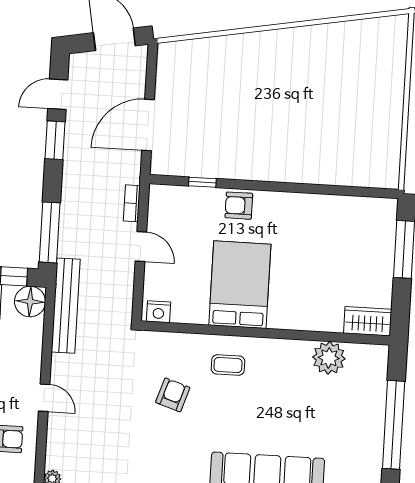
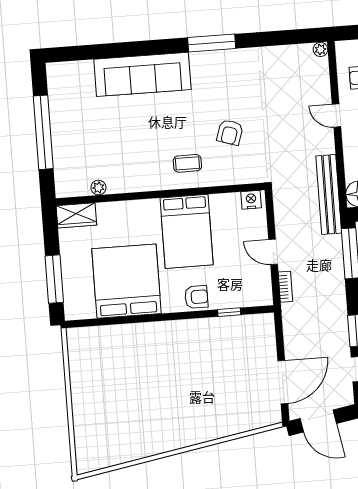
door: (148, 125) -> (283, 382), moved
bed: (319, 235) -> (126, 281), added
plant: (329, 358) -> (98, 188), width x0.53, depth x0.53

